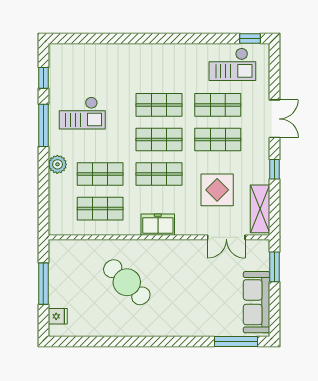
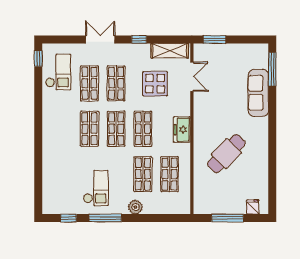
sofa: (257, 302) -> (258, 93), moved, turned 90

